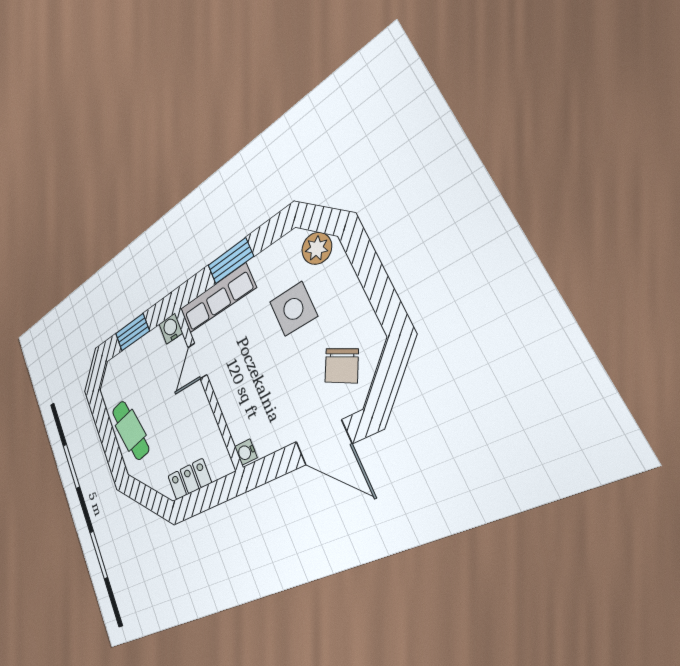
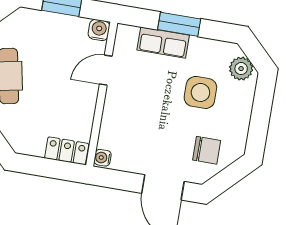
row of seats: (217, 299) -> (163, 43), width x0.68
chair: (342, 366) -> (207, 150), turned -118
locker: (189, 479) -> (67, 151), moved

